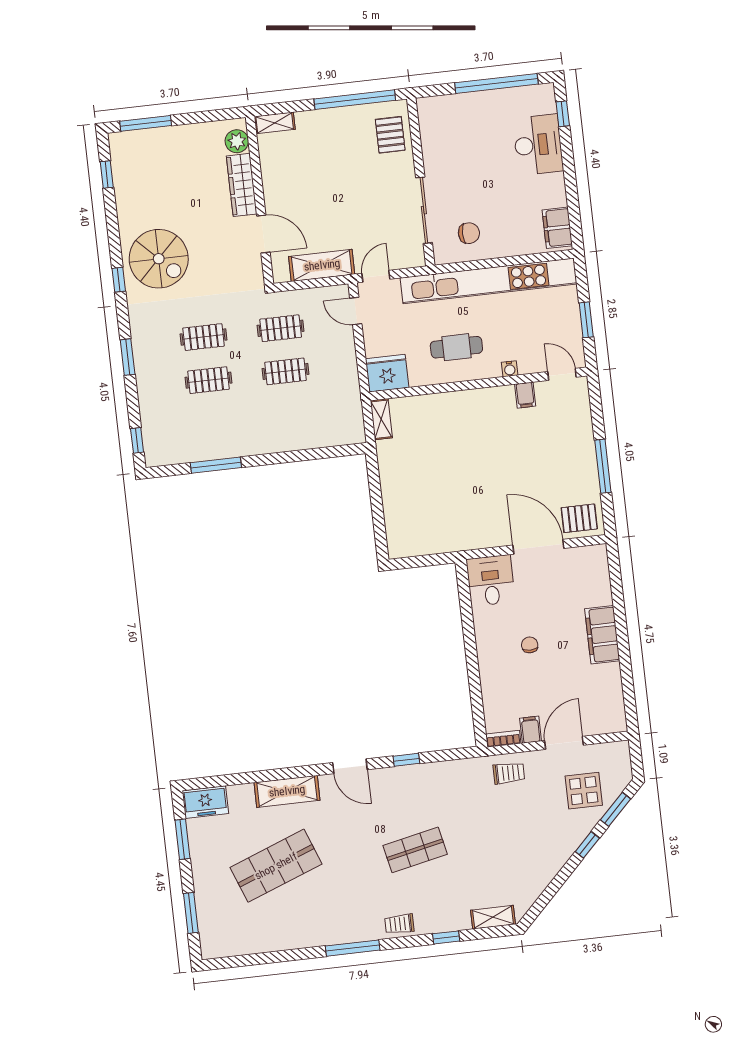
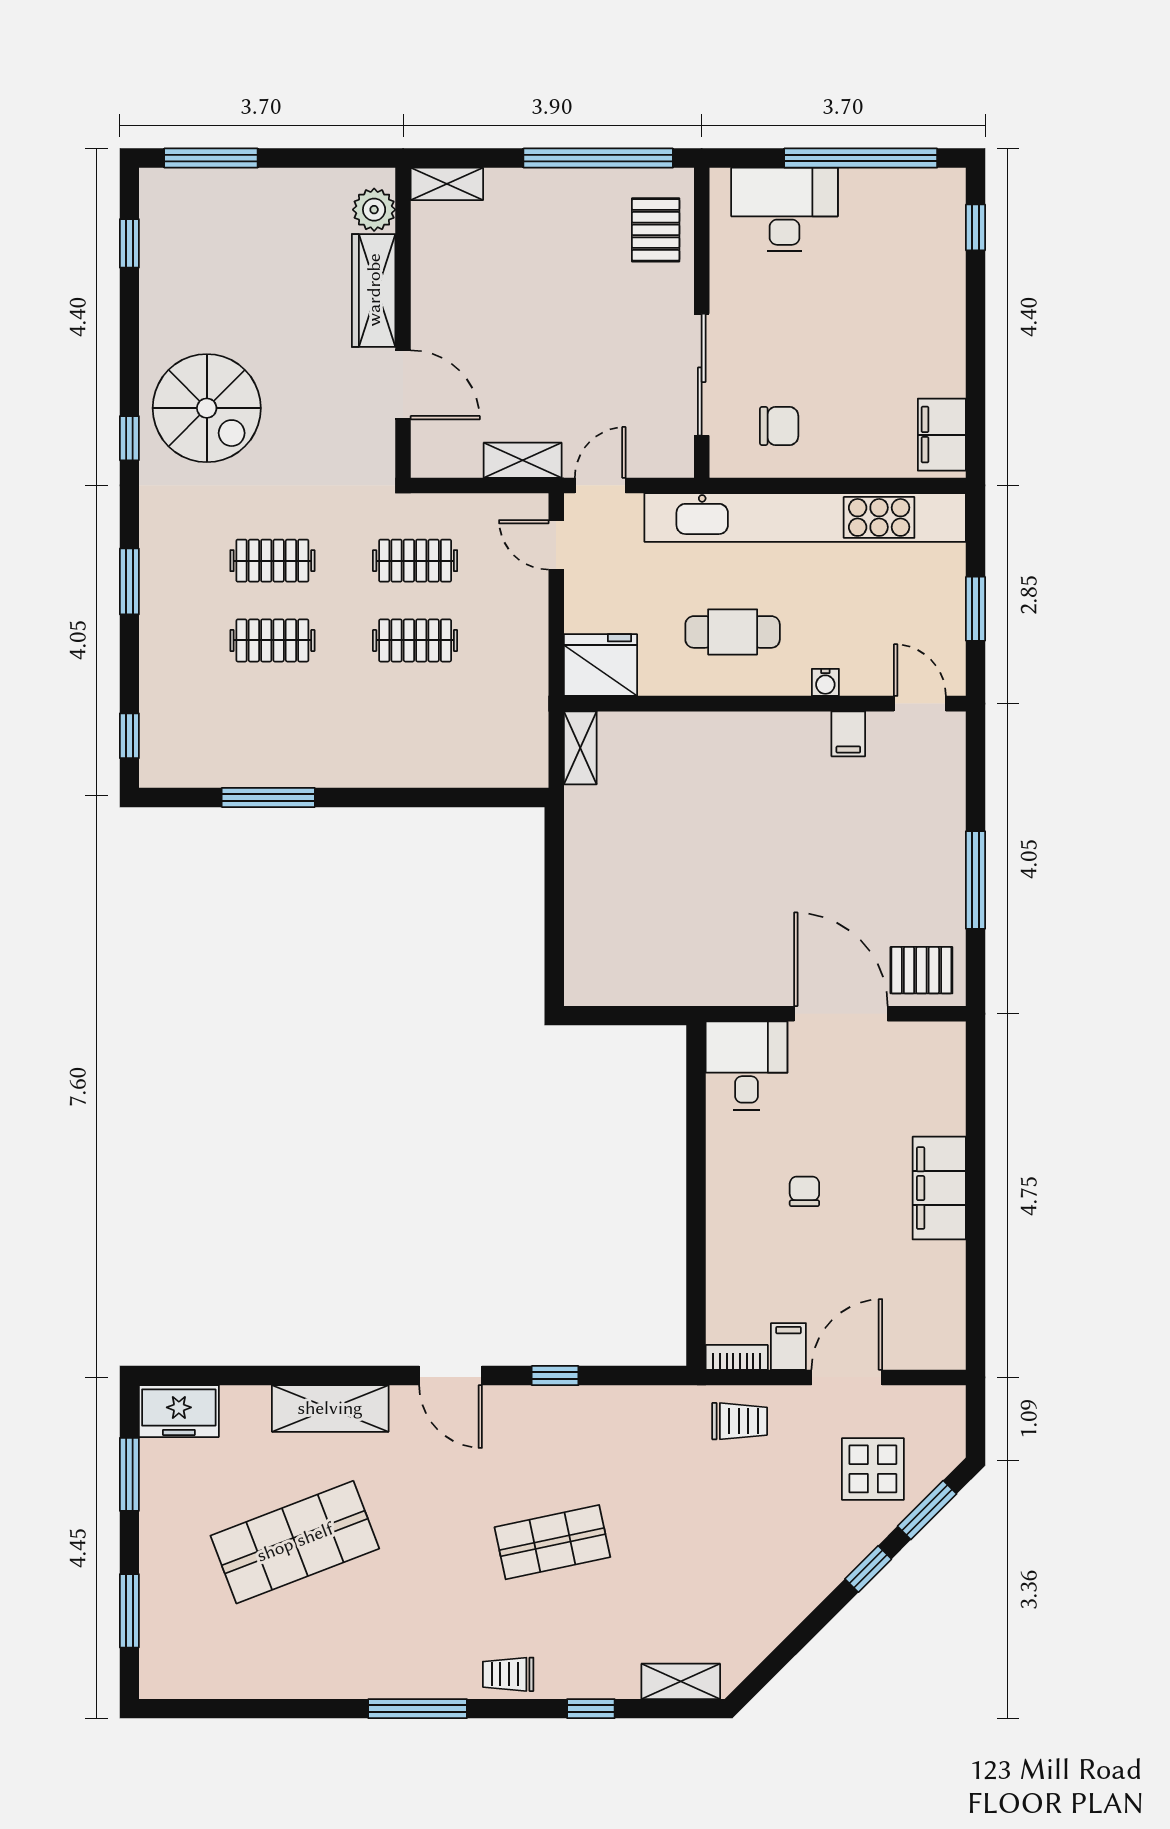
desk: (538, 145) -> (785, 210), moved, turned -90
shelving: (322, 265) -> (523, 460), width x0.67, depth x0.75

